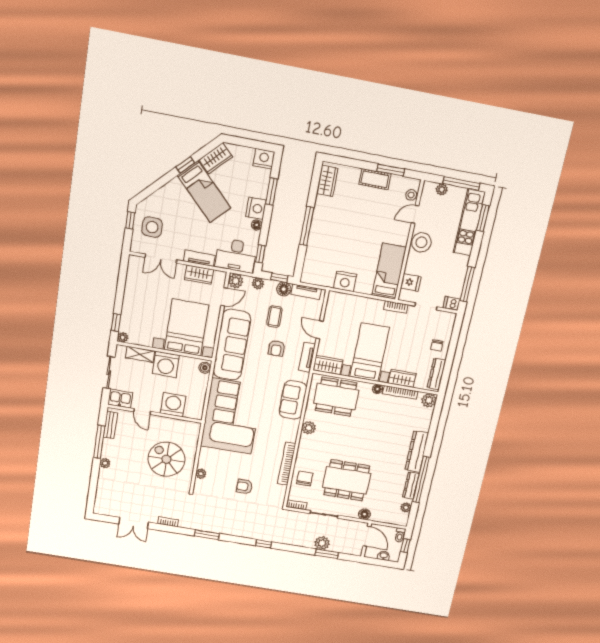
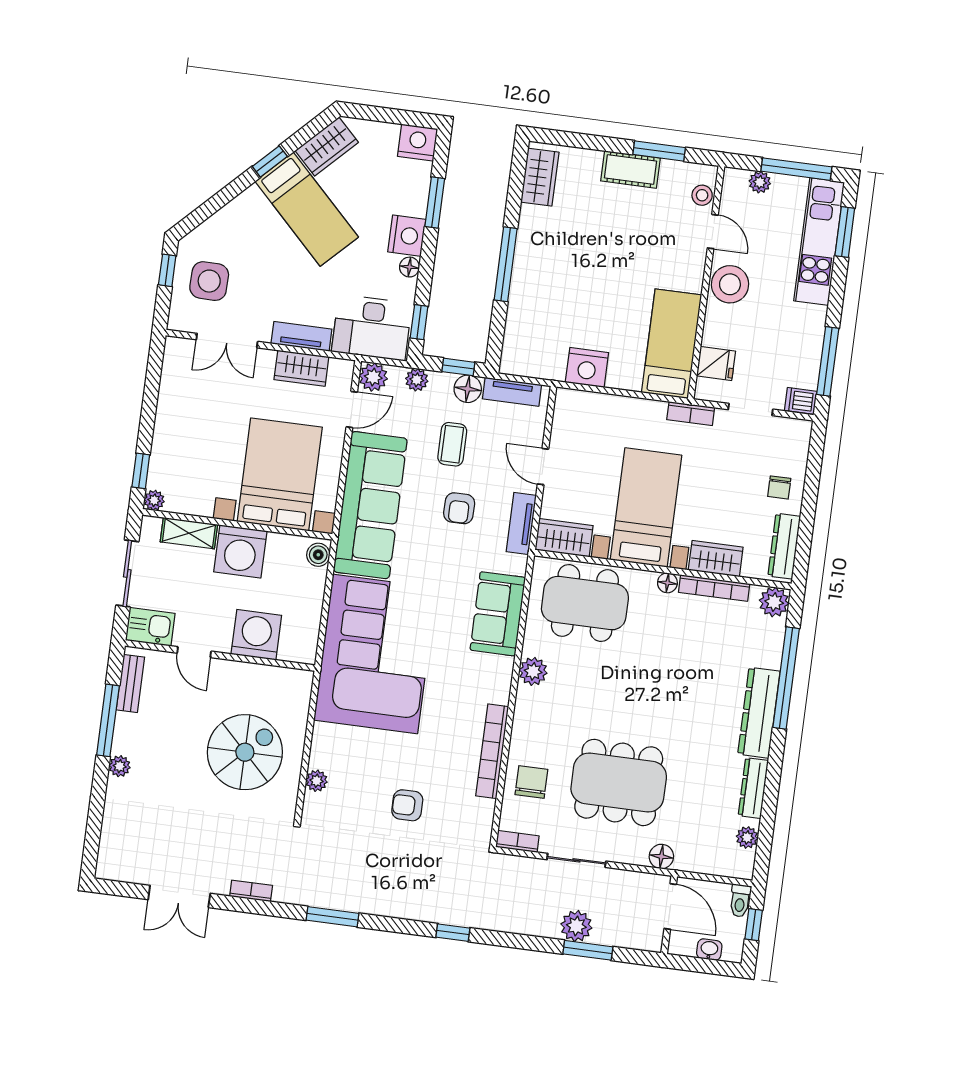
door: (415, 214) -> (713, 232), swing flipped
spiral stairs: (166, 459) -> (245, 752), turned 90
window: (421, 479) -> (786, 678), moved

